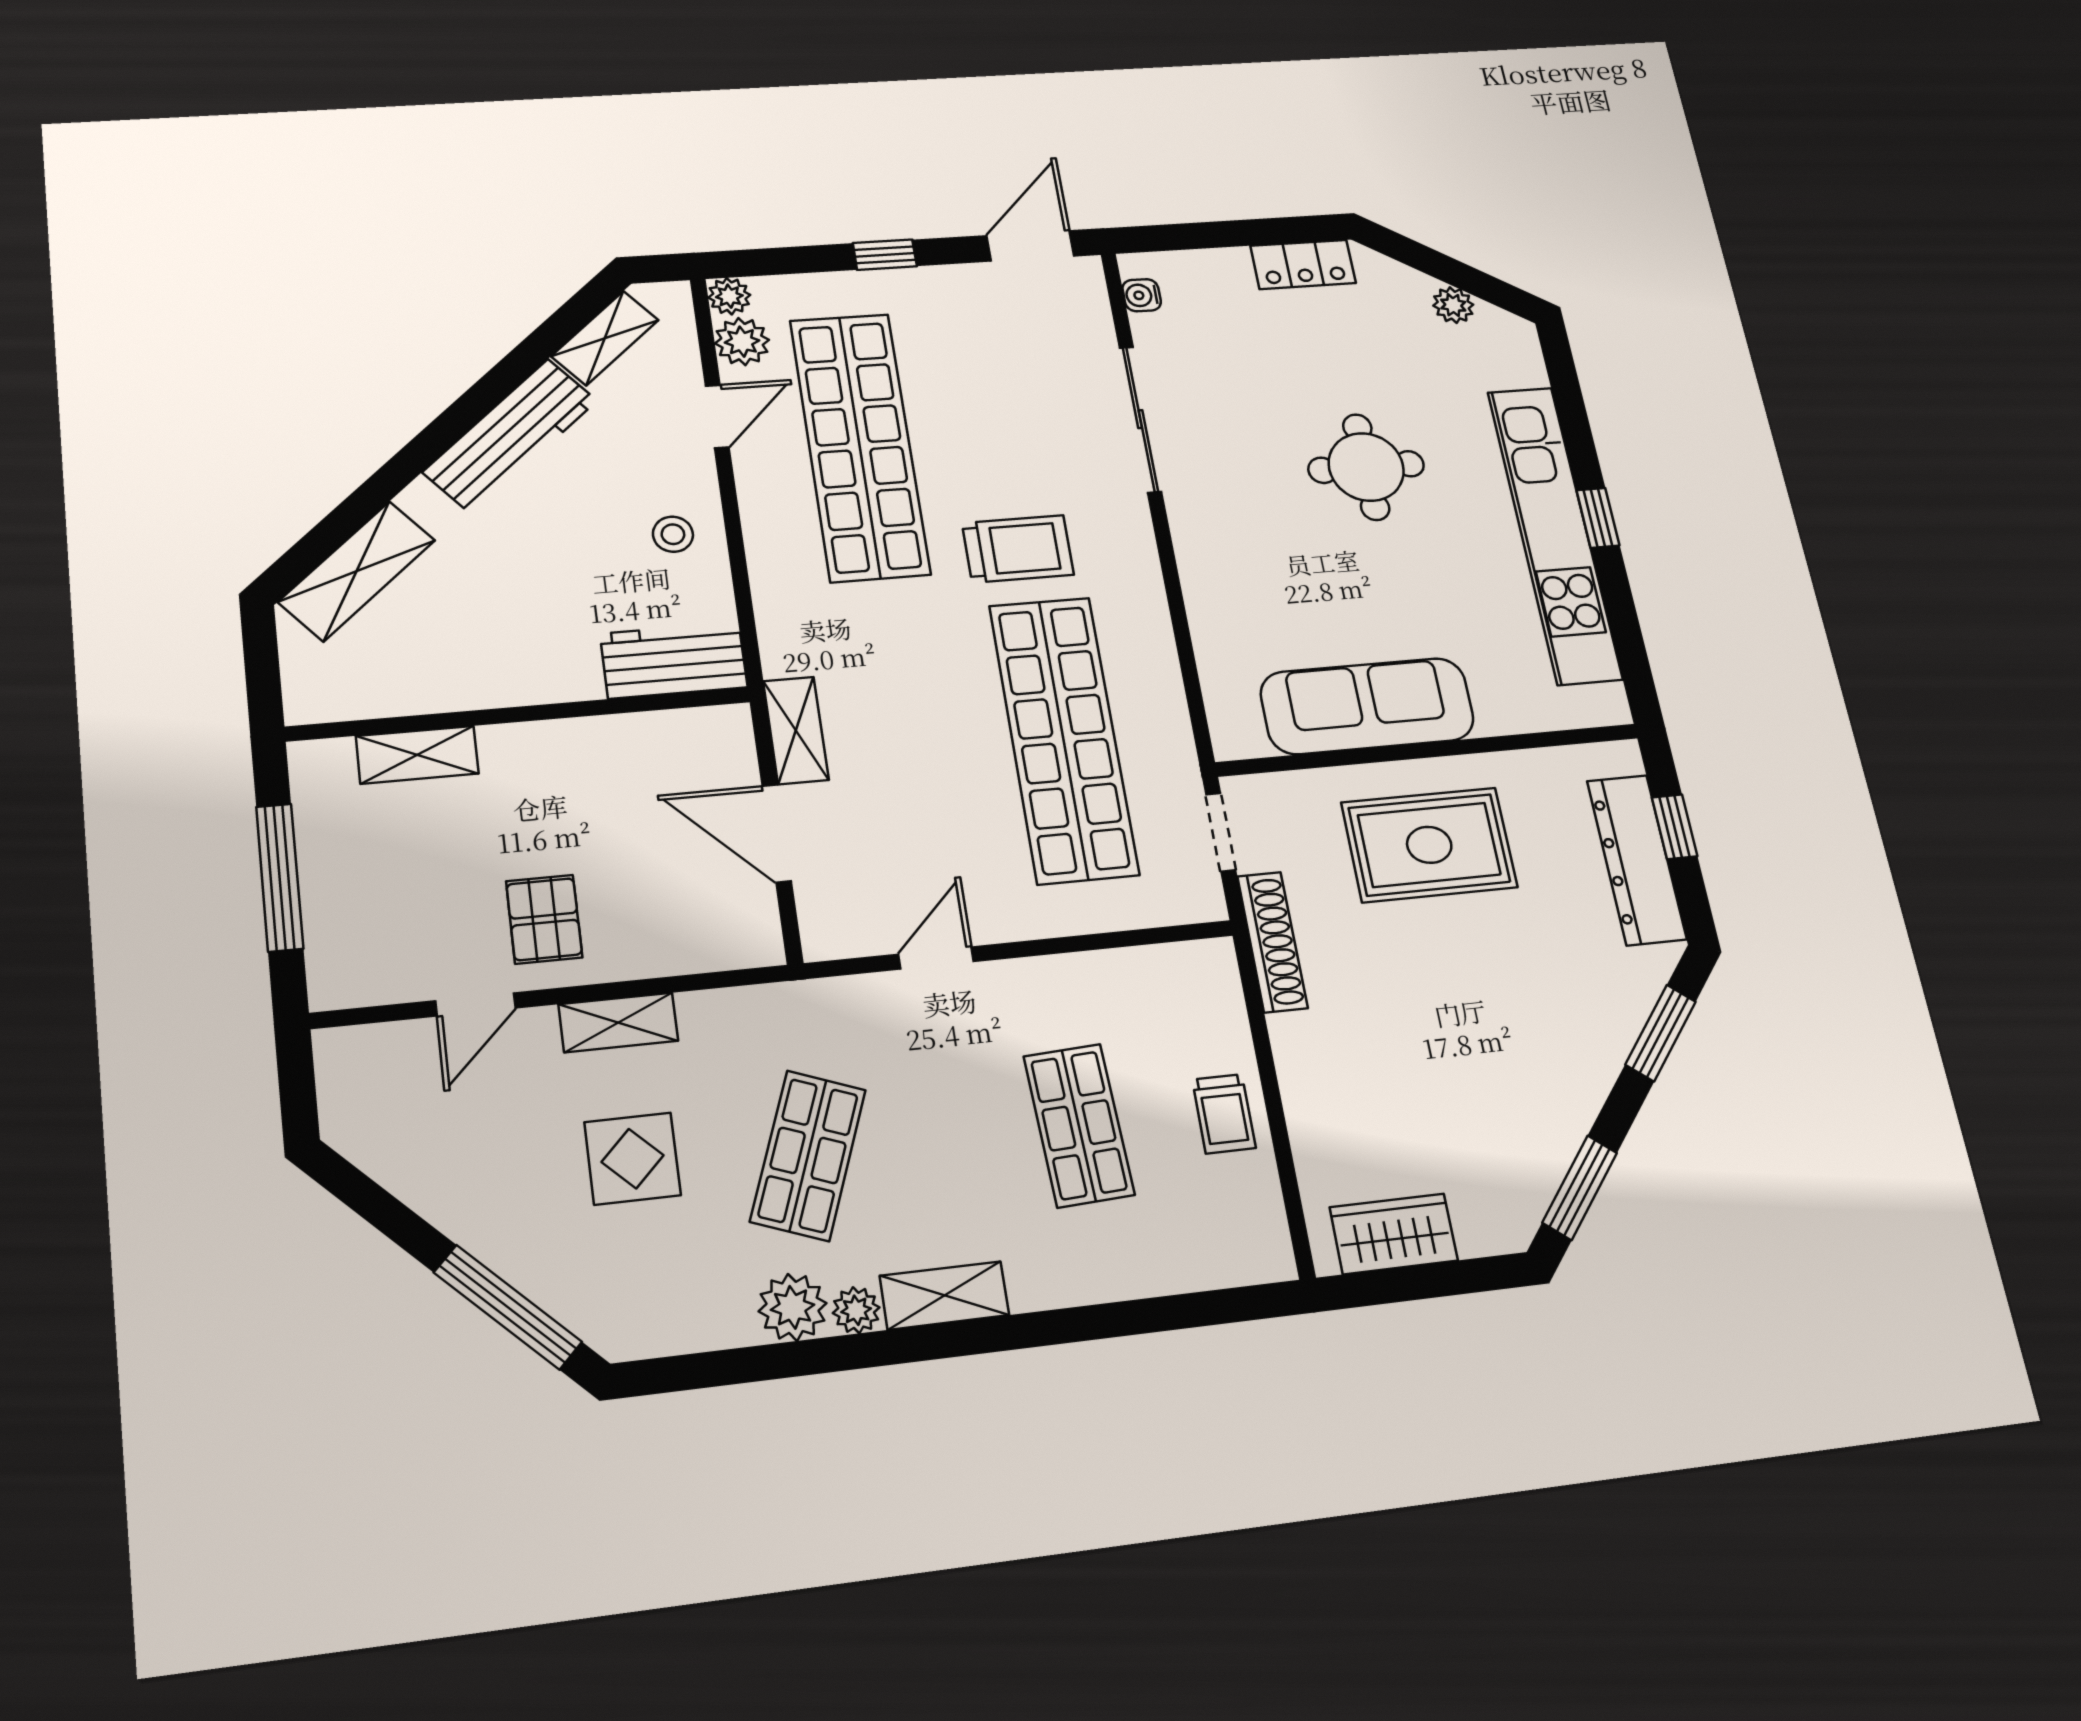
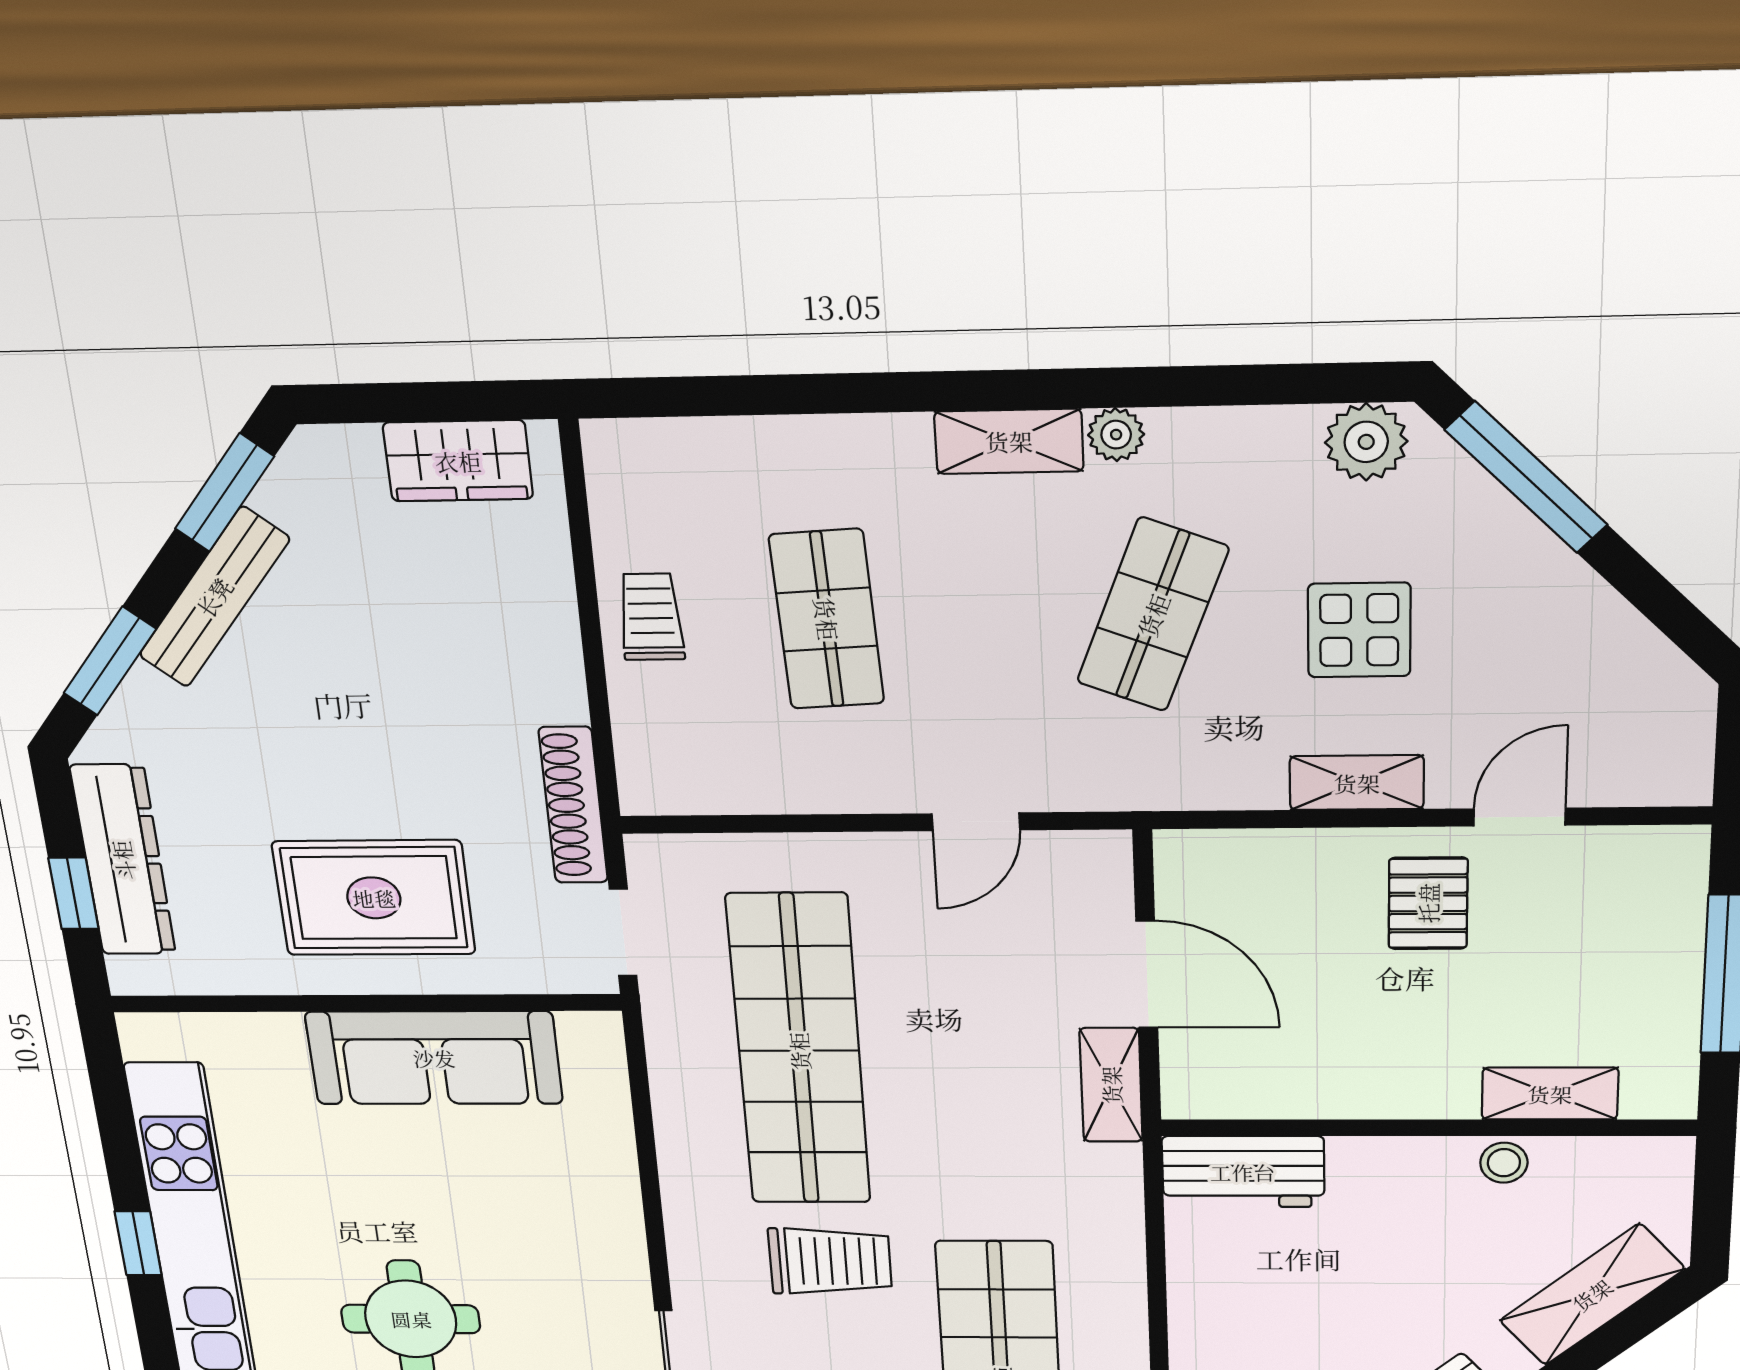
stool: (673, 534) -> (1504, 1163), moved
trolley: (1018, 549) -> (830, 1261), turned 180
bench: (1581, 1096) -> (214, 597), added
plant: (793, 1307) -> (1366, 442), moved

